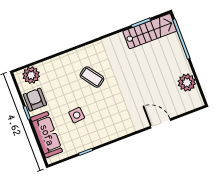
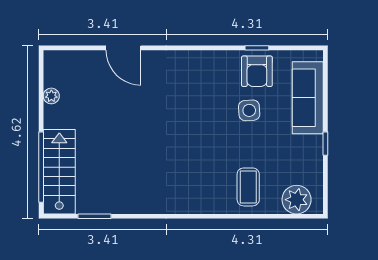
stairs: (150, 31) -> (59, 172), moved, turned 90
coffee table: (92, 77) -> (248, 187), moved, turned 36
plant: (187, 83) -> (51, 96), width x0.53, depth x0.53
armchair: (35, 100) -> (257, 71), moved

